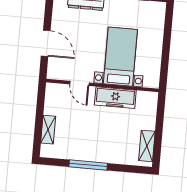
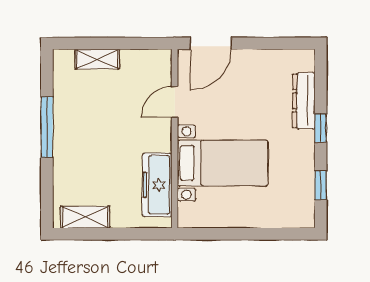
door: (46, 43) -> (211, 43), moved
freezer: (115, 98) -> (157, 185), moved

